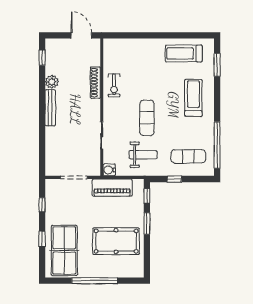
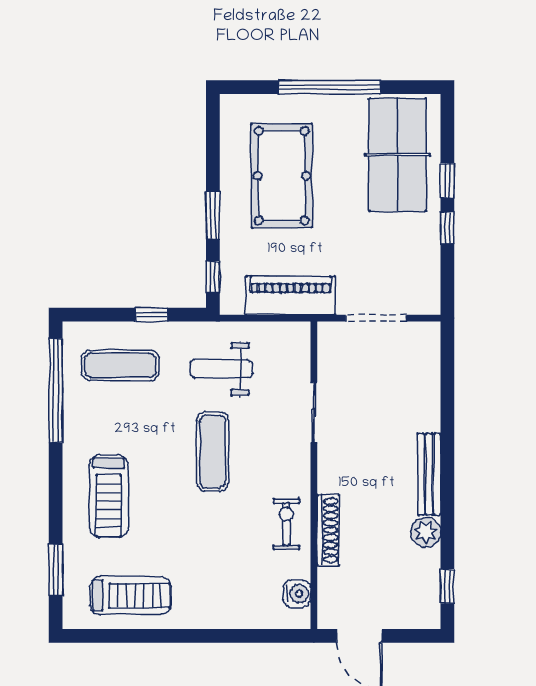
water cooler: (109, 170) -> (297, 594), moved
window: (42, 205) -> (447, 228), moved
pool table: (116, 241) -> (282, 176), turned 90

